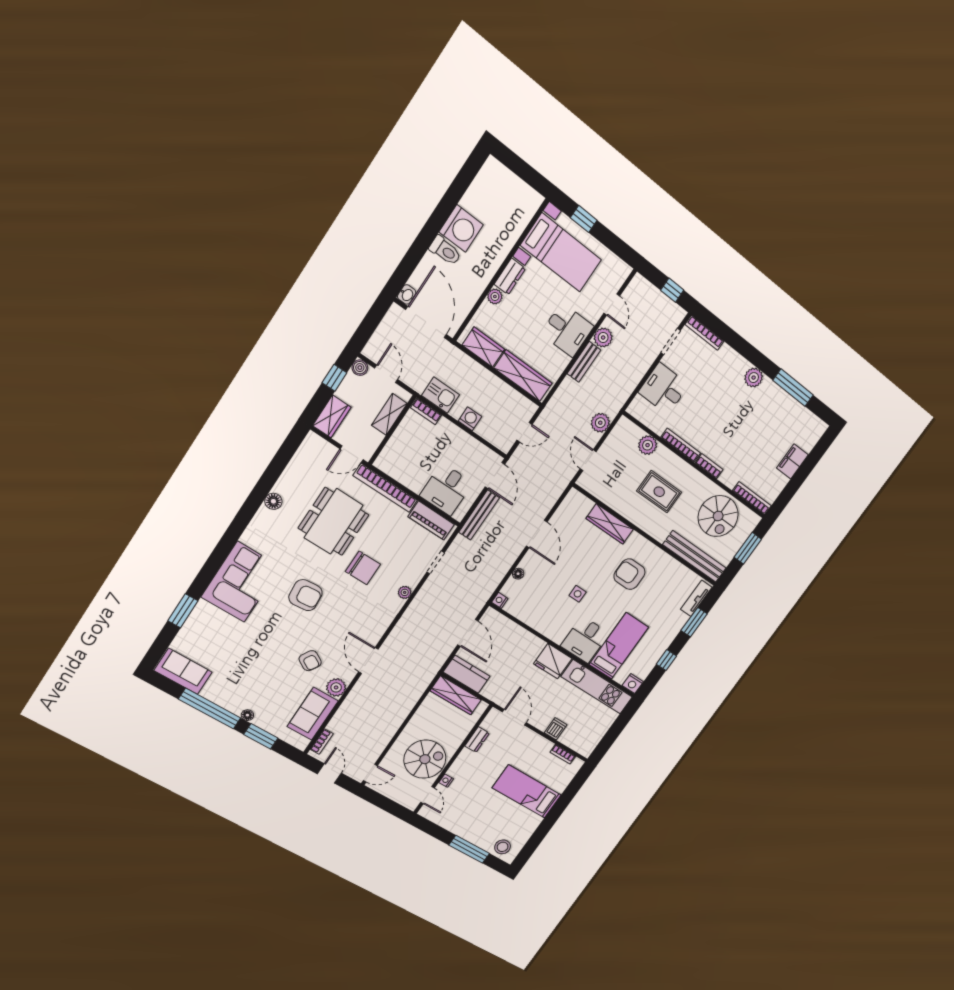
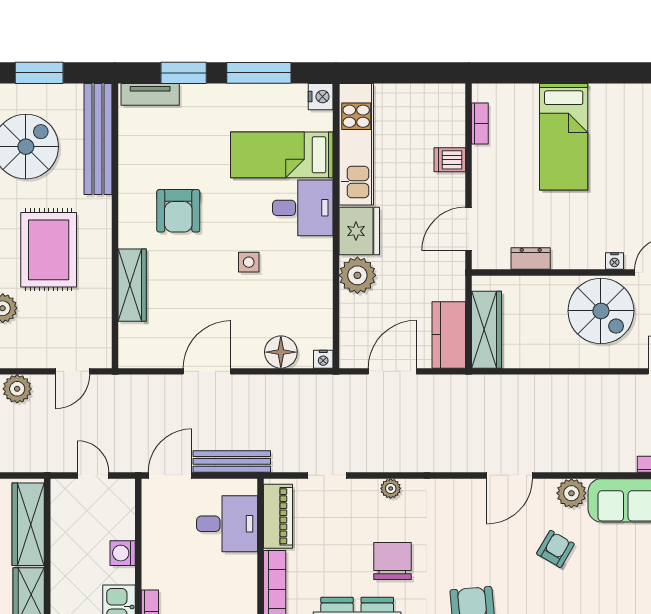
rug: (659, 492) -> (49, 250), width x1.36, depth x1.43
floor lamp: (518, 574) -> (281, 352), width x1.89, depth x1.89
plant: (531, 646) -> (357, 275), added
window: (666, 660) -> (259, 73), width x2.17
spiral stairs: (425, 759) -> (601, 311), turned 180

